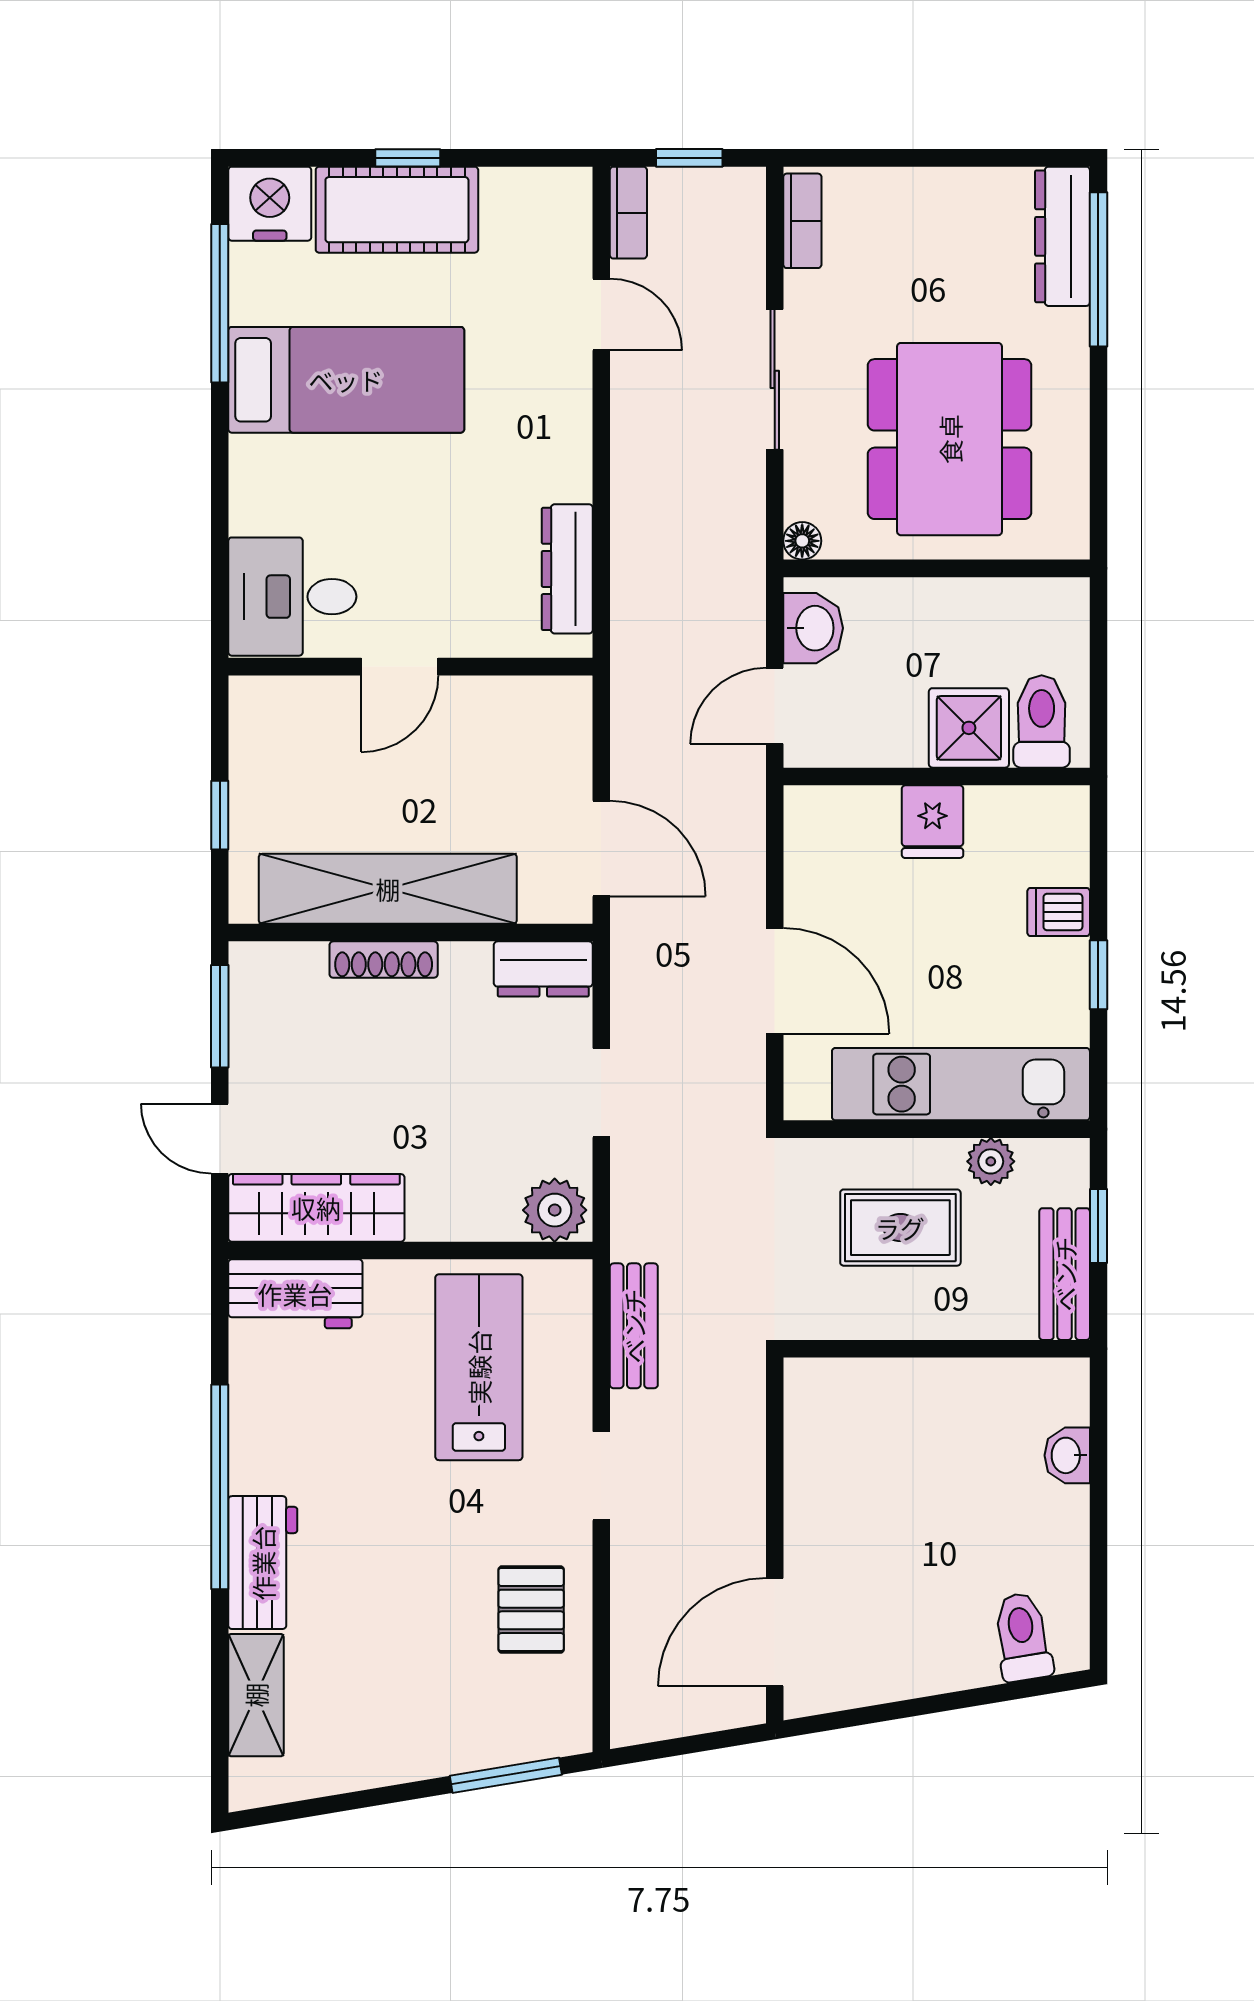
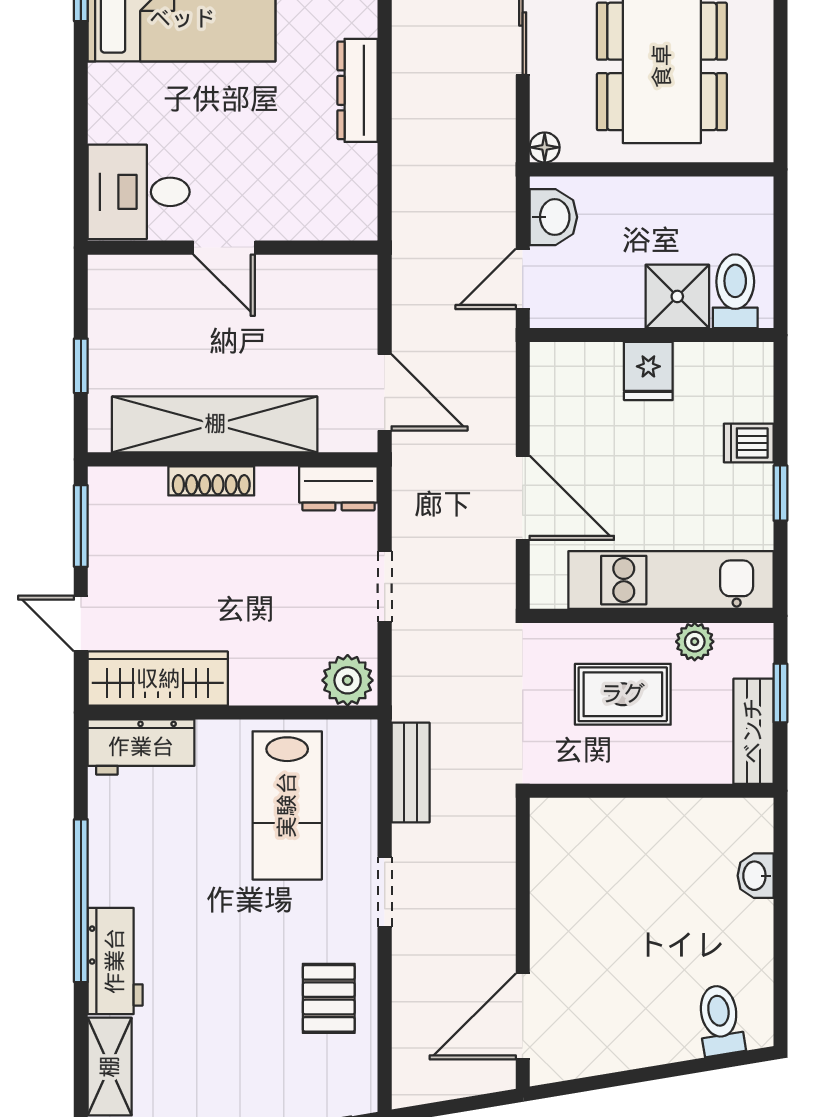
dresser: (567, 569) -> (358, 90), moved
door: (400, 667) -> (224, 248), hinge flipped
lab bench: (479, 1367) -> (287, 805), turned 180

